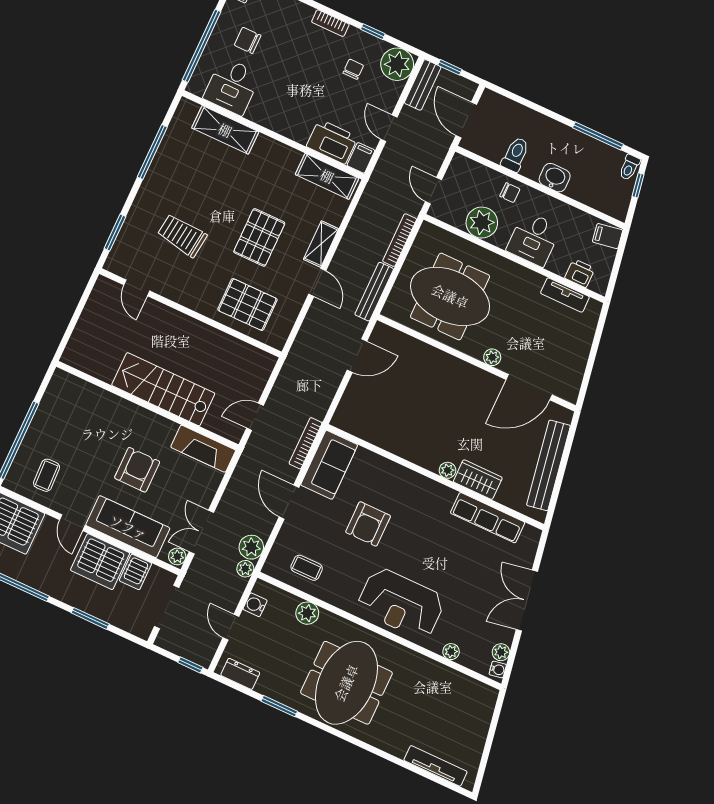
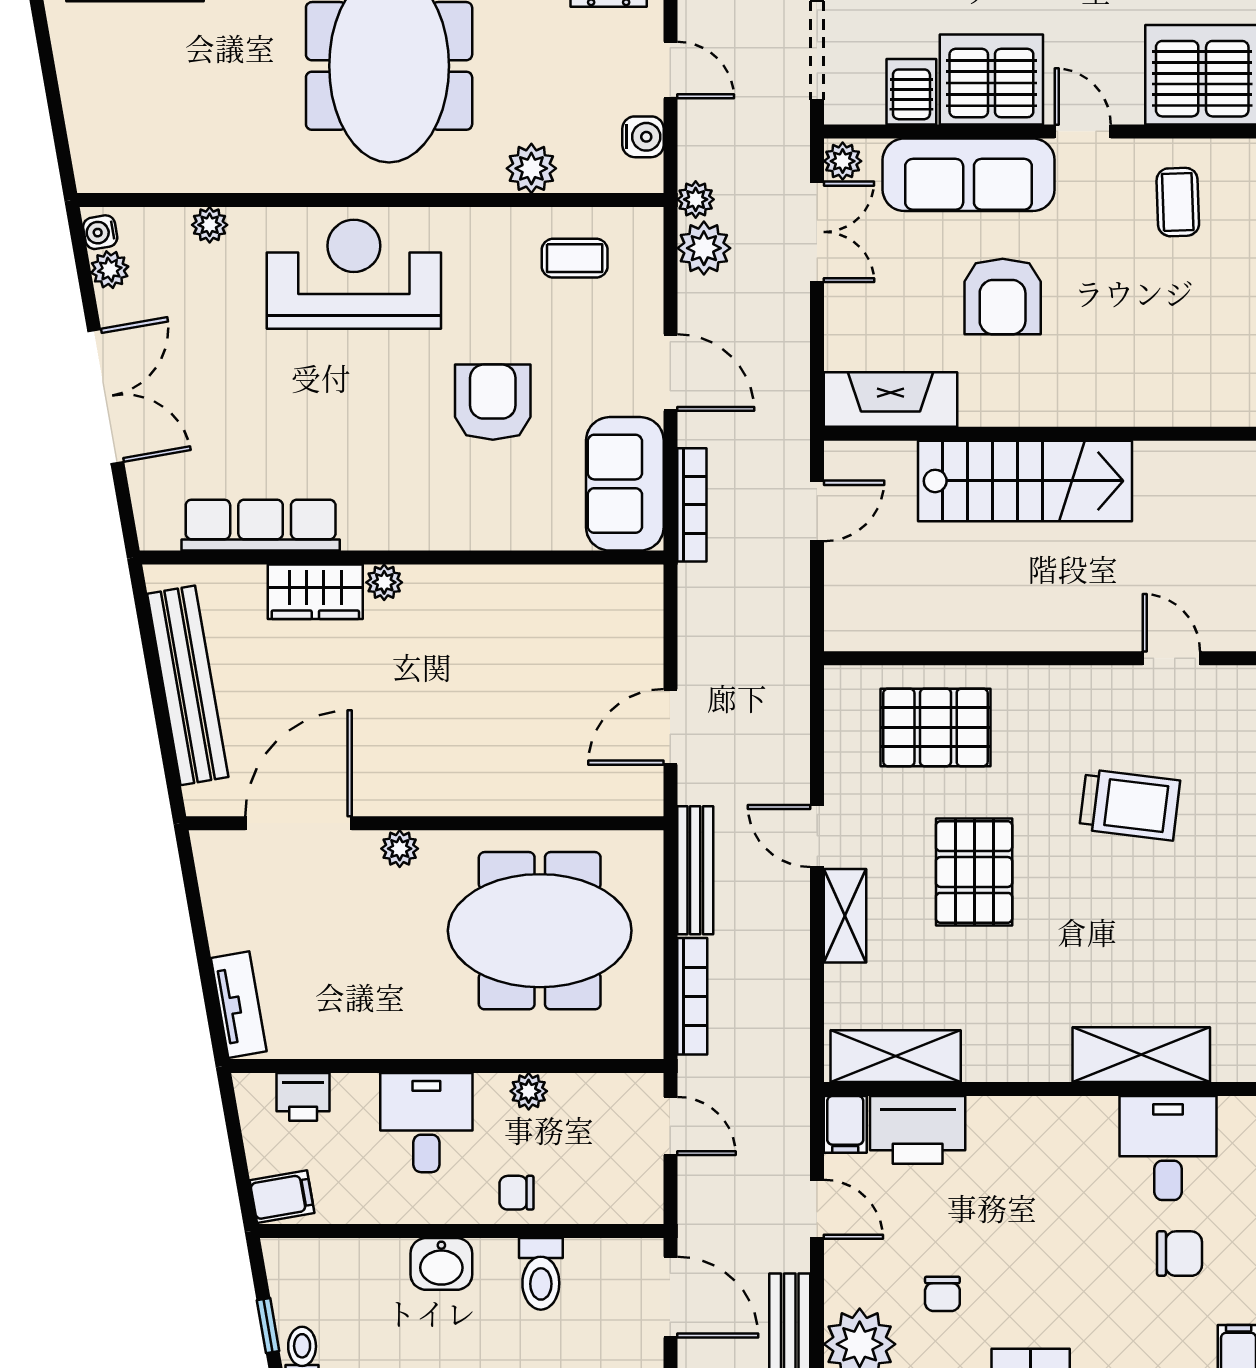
plant: (482, 223) -> (529, 1091), width x0.53, depth x0.53
tv unit: (565, 295) -> (239, 1005), moved, turned 80

